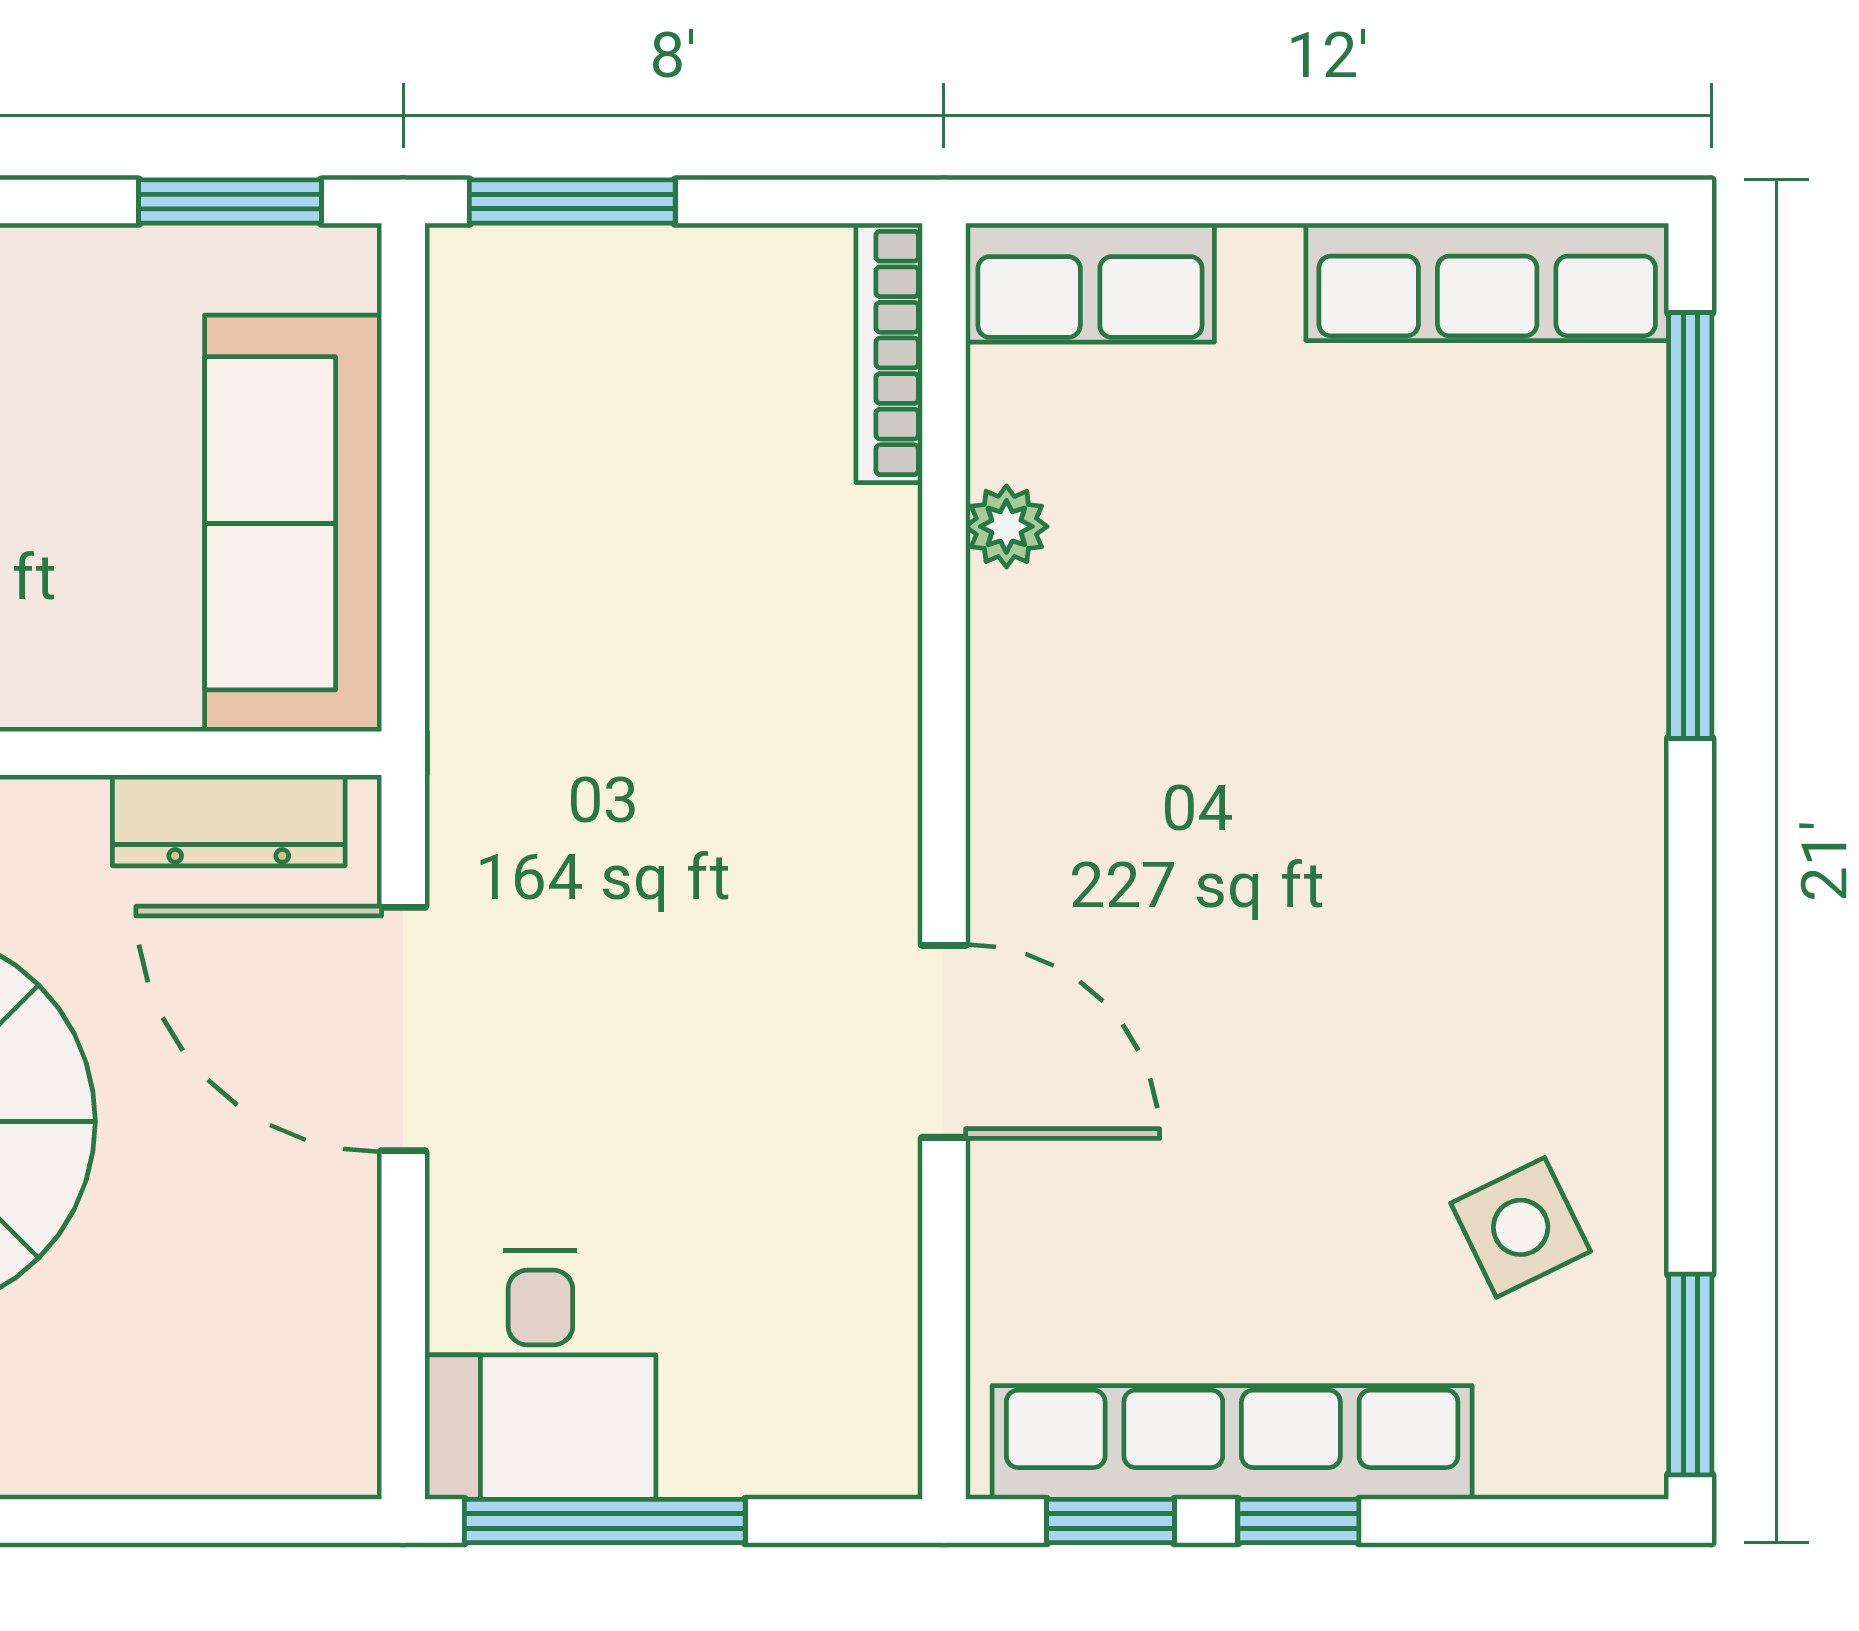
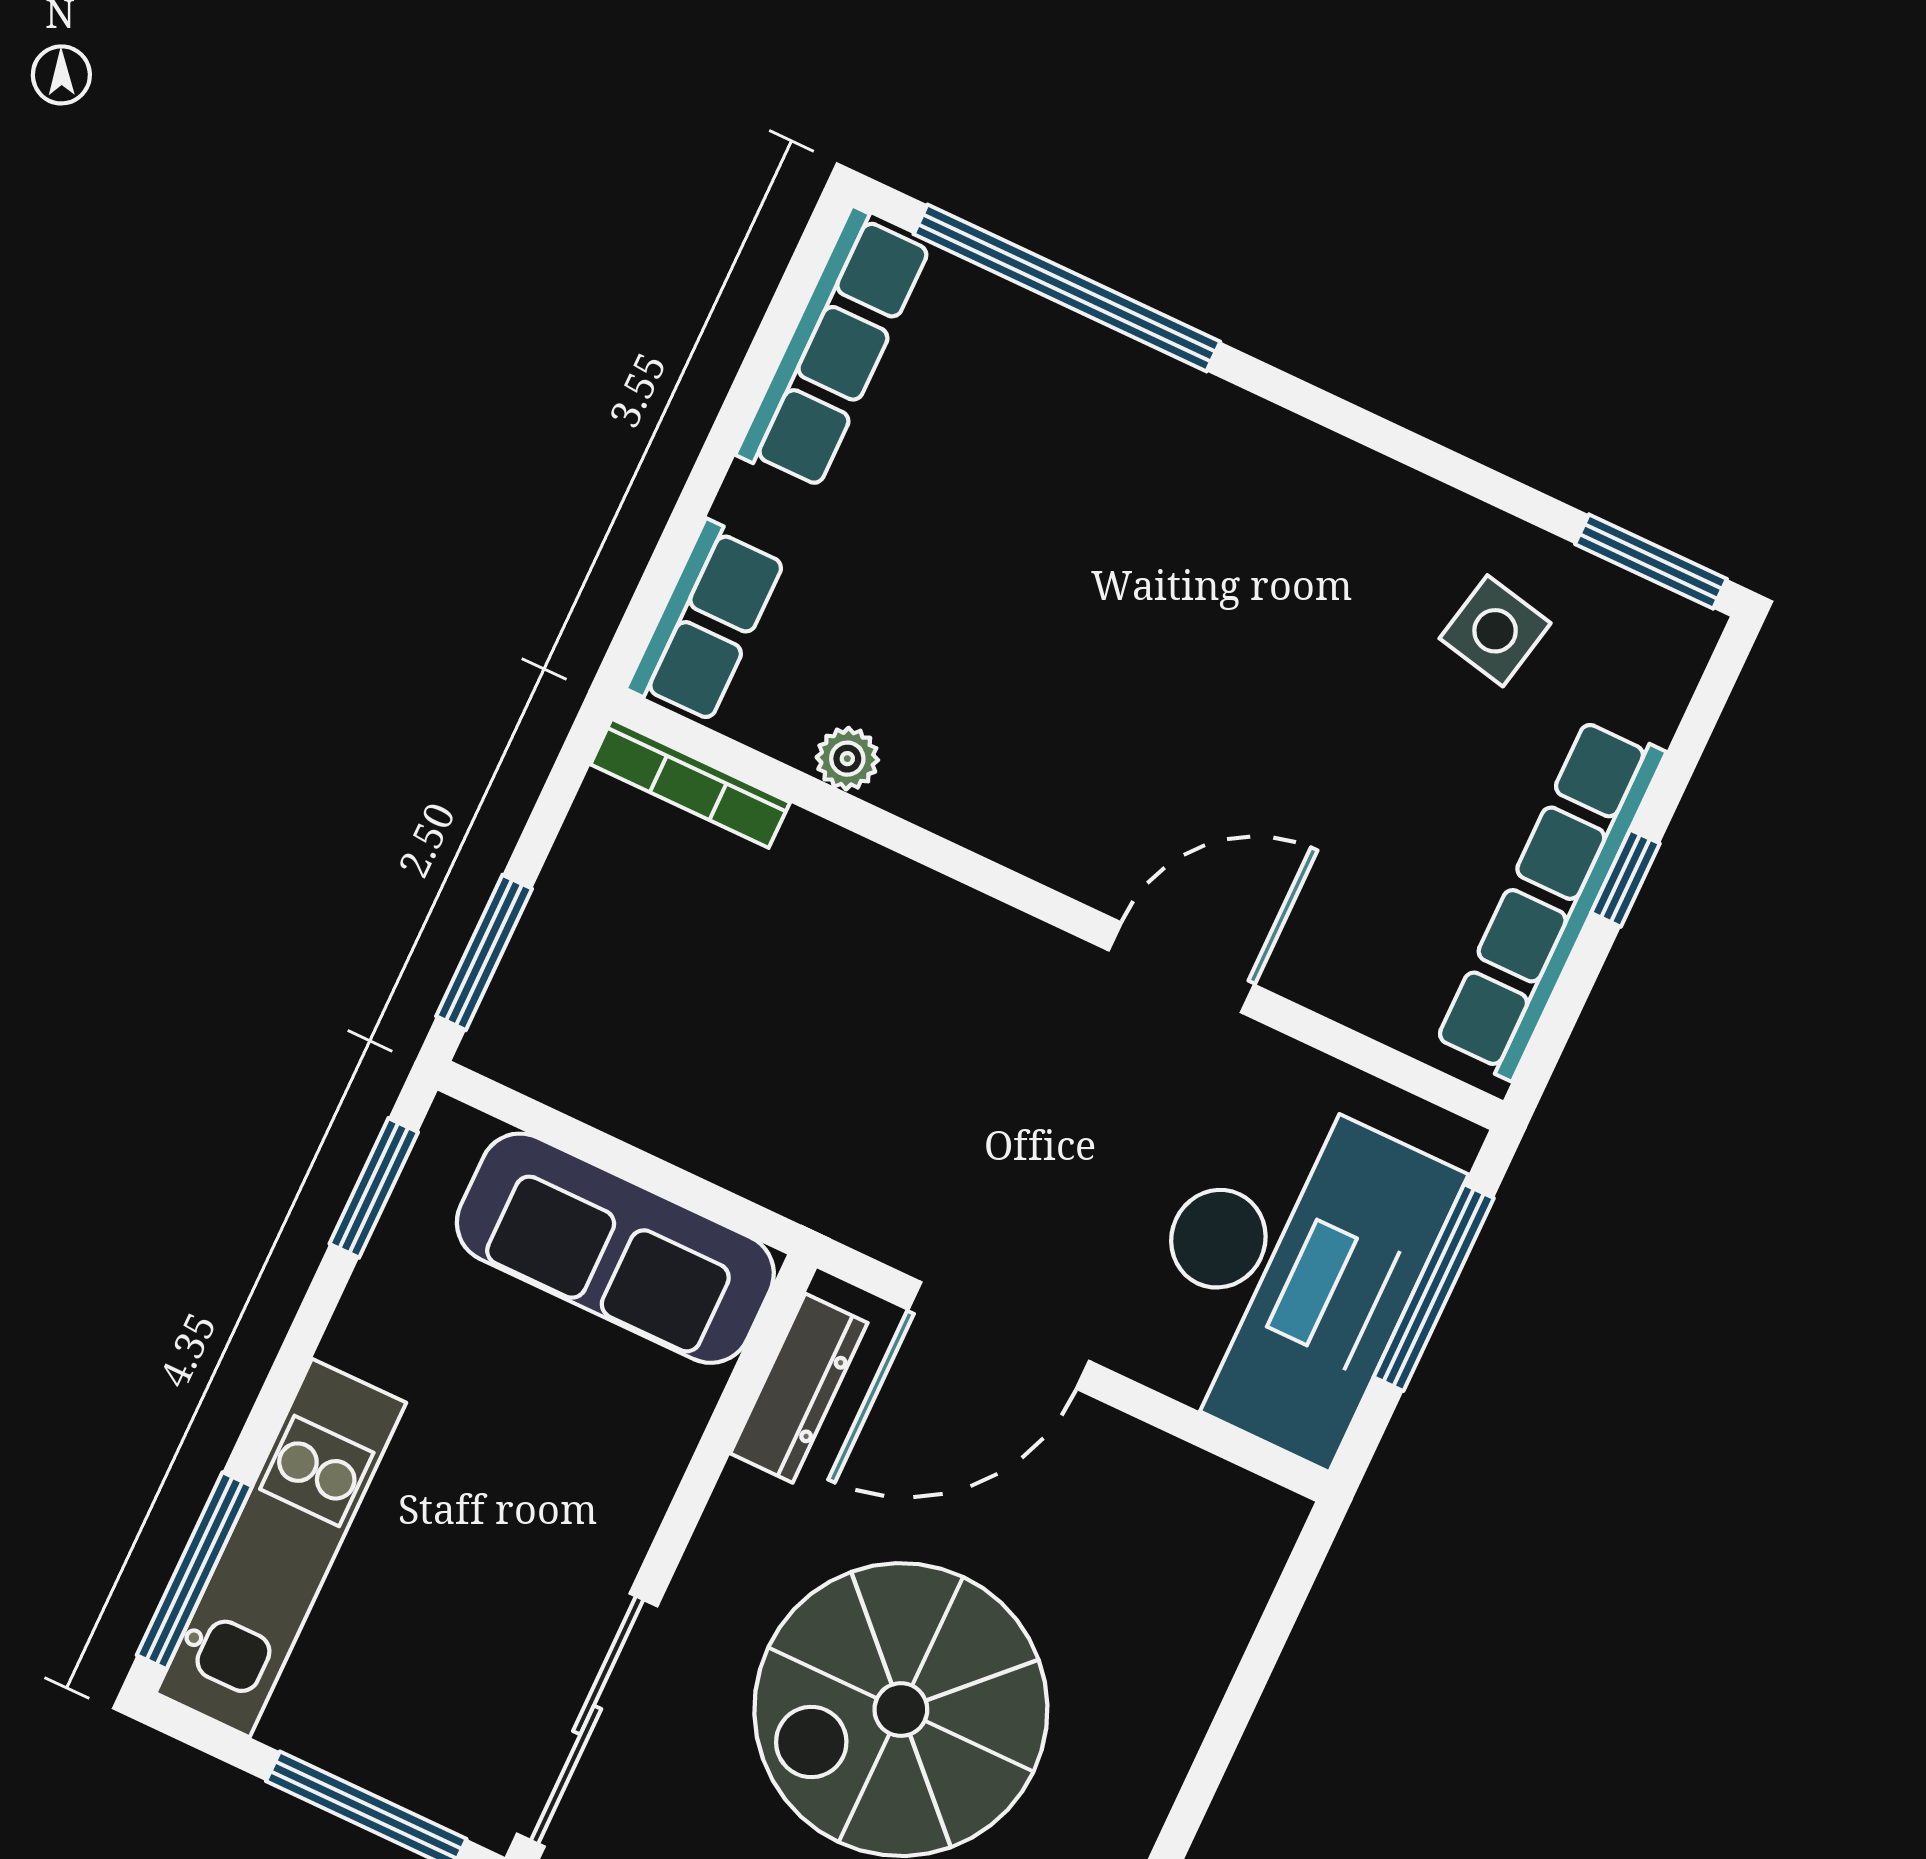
side table: (1521, 1227) -> (1495, 631), turned 38
desk: (540, 1375) -> (1287, 1271), width x1.87, depth x1.30
window: (605, 1521) -> (1434, 1288), moved
window: (1110, 1521) -> (1565, 1007), removed

